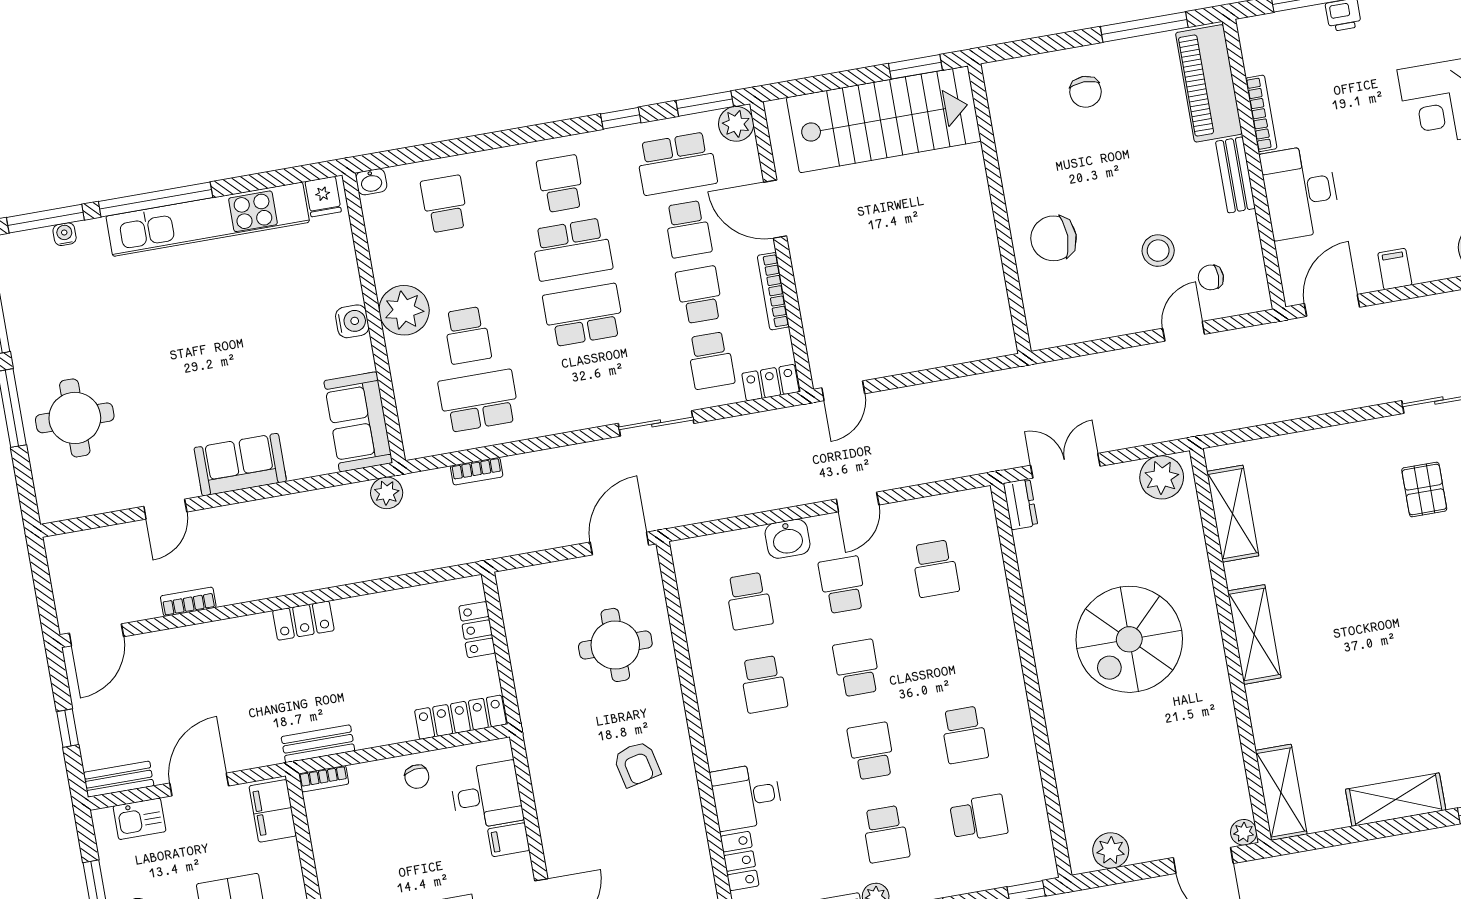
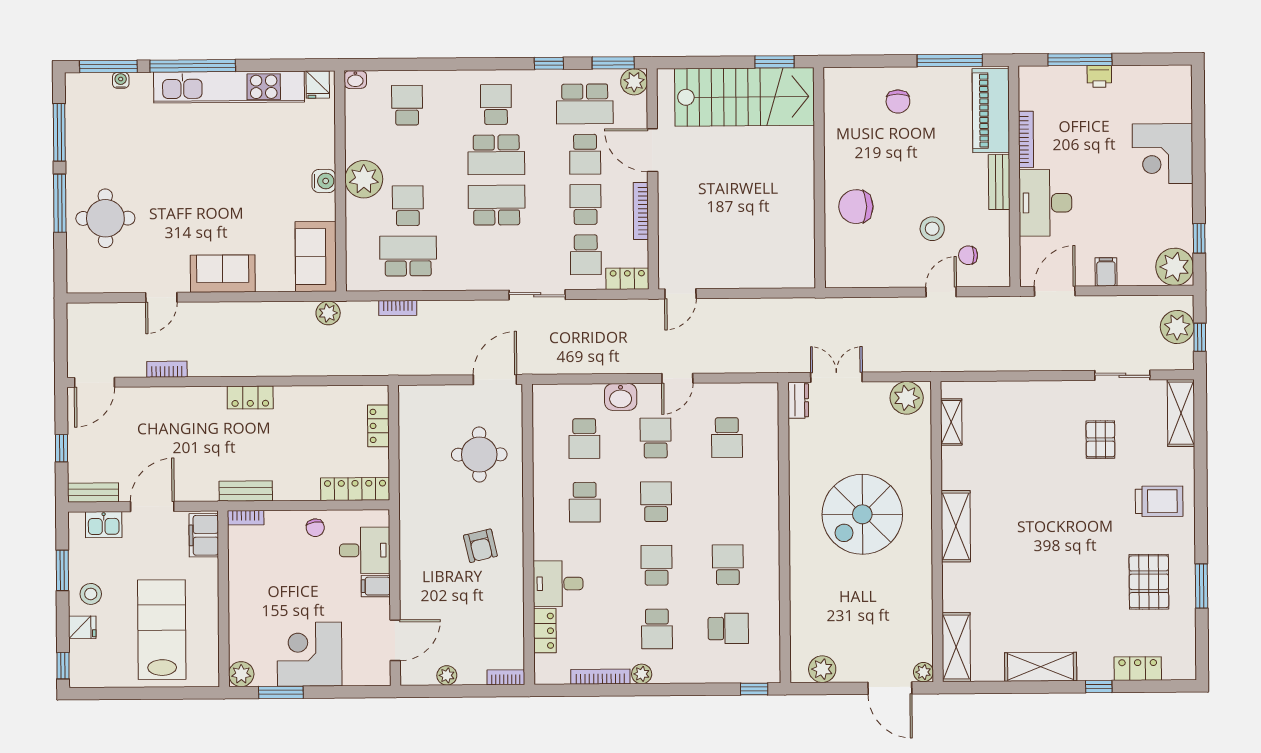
school desk: (467, 335) -> (408, 206), turned 180
shelving: (1233, 514) -> (951, 422), width x0.67, depth x0.75
school desk: (964, 735) -> (728, 565), turned 180

